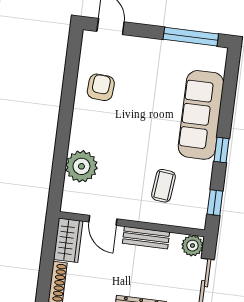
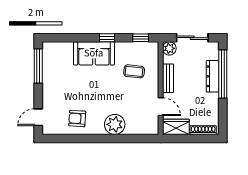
sofa: (201, 115) -> (94, 53), width x0.73
plant: (81, 166) -> (115, 124), moved
door: (103, 220) -> (161, 107), hinge flipped

